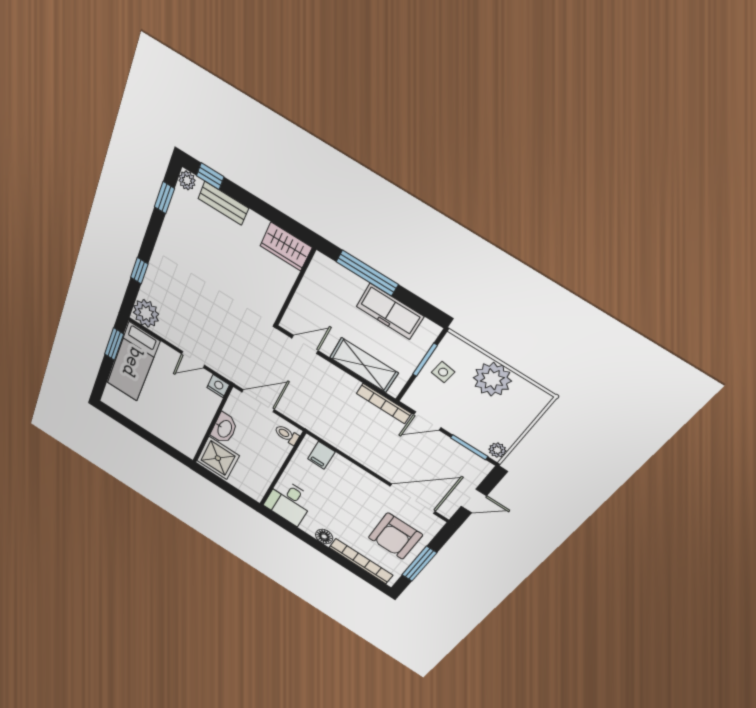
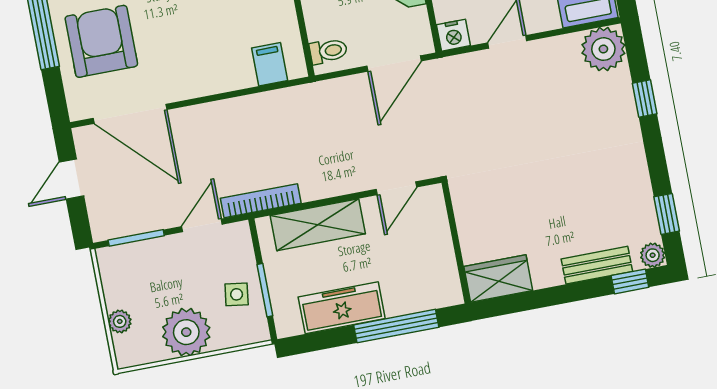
plant: (497, 450) -> (120, 321), moved
door: (413, 499) -> (130, 114), hinge flipped

